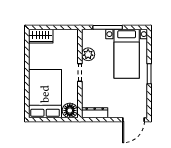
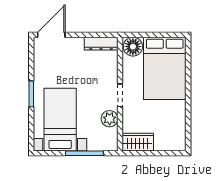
wardrobe: (41, 36) -> (138, 142), moved

